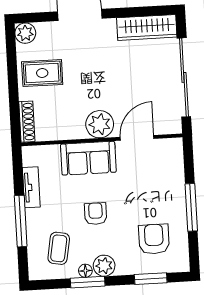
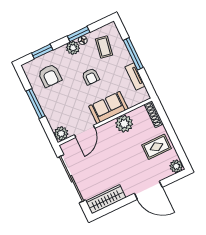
plant: (100, 124) -> (124, 124), moved
plant: (172, 149) -> (61, 133), added

